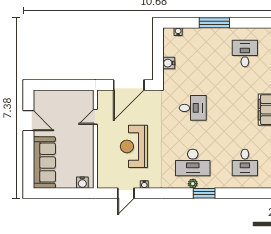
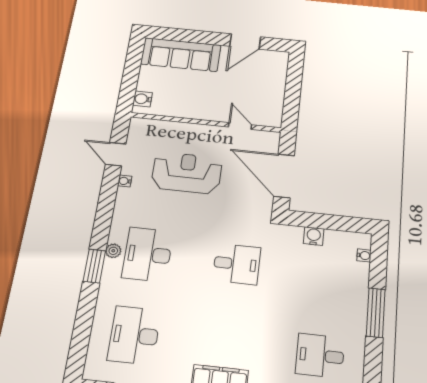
desk: (245, 53) -> (320, 356), turned 180
desk: (193, 108) -> (237, 264), turned -90
desk: (245, 162) -> (134, 335), width x1.37

